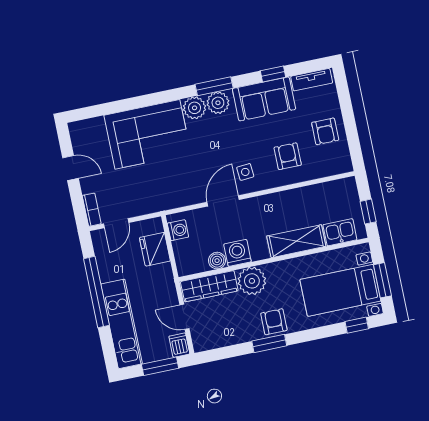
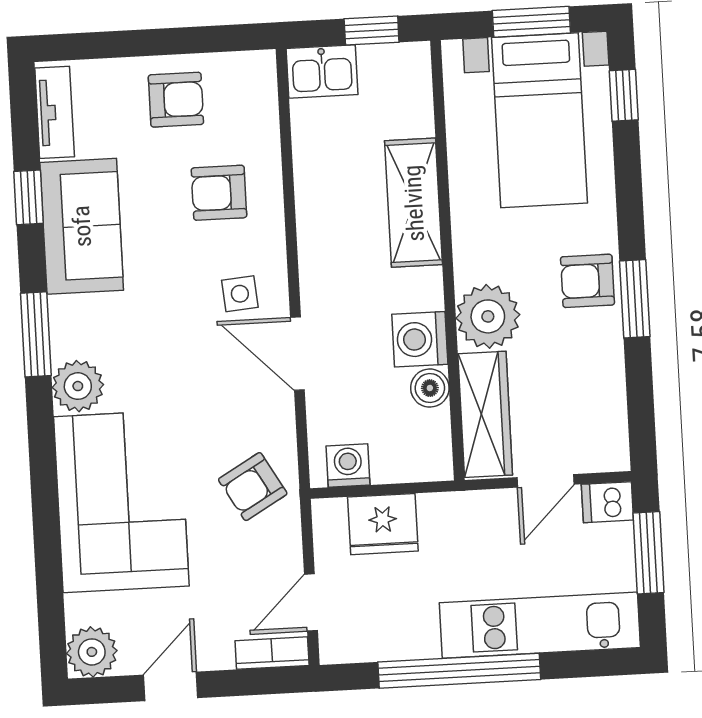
plant: (218, 103) -> (92, 652), moved
armchair: (163, 190) -> (253, 487), added
door: (116, 223) -> (311, 602), swing flipped
kitchen sink: (340, 232) -> (322, 72), moved, turned -90

